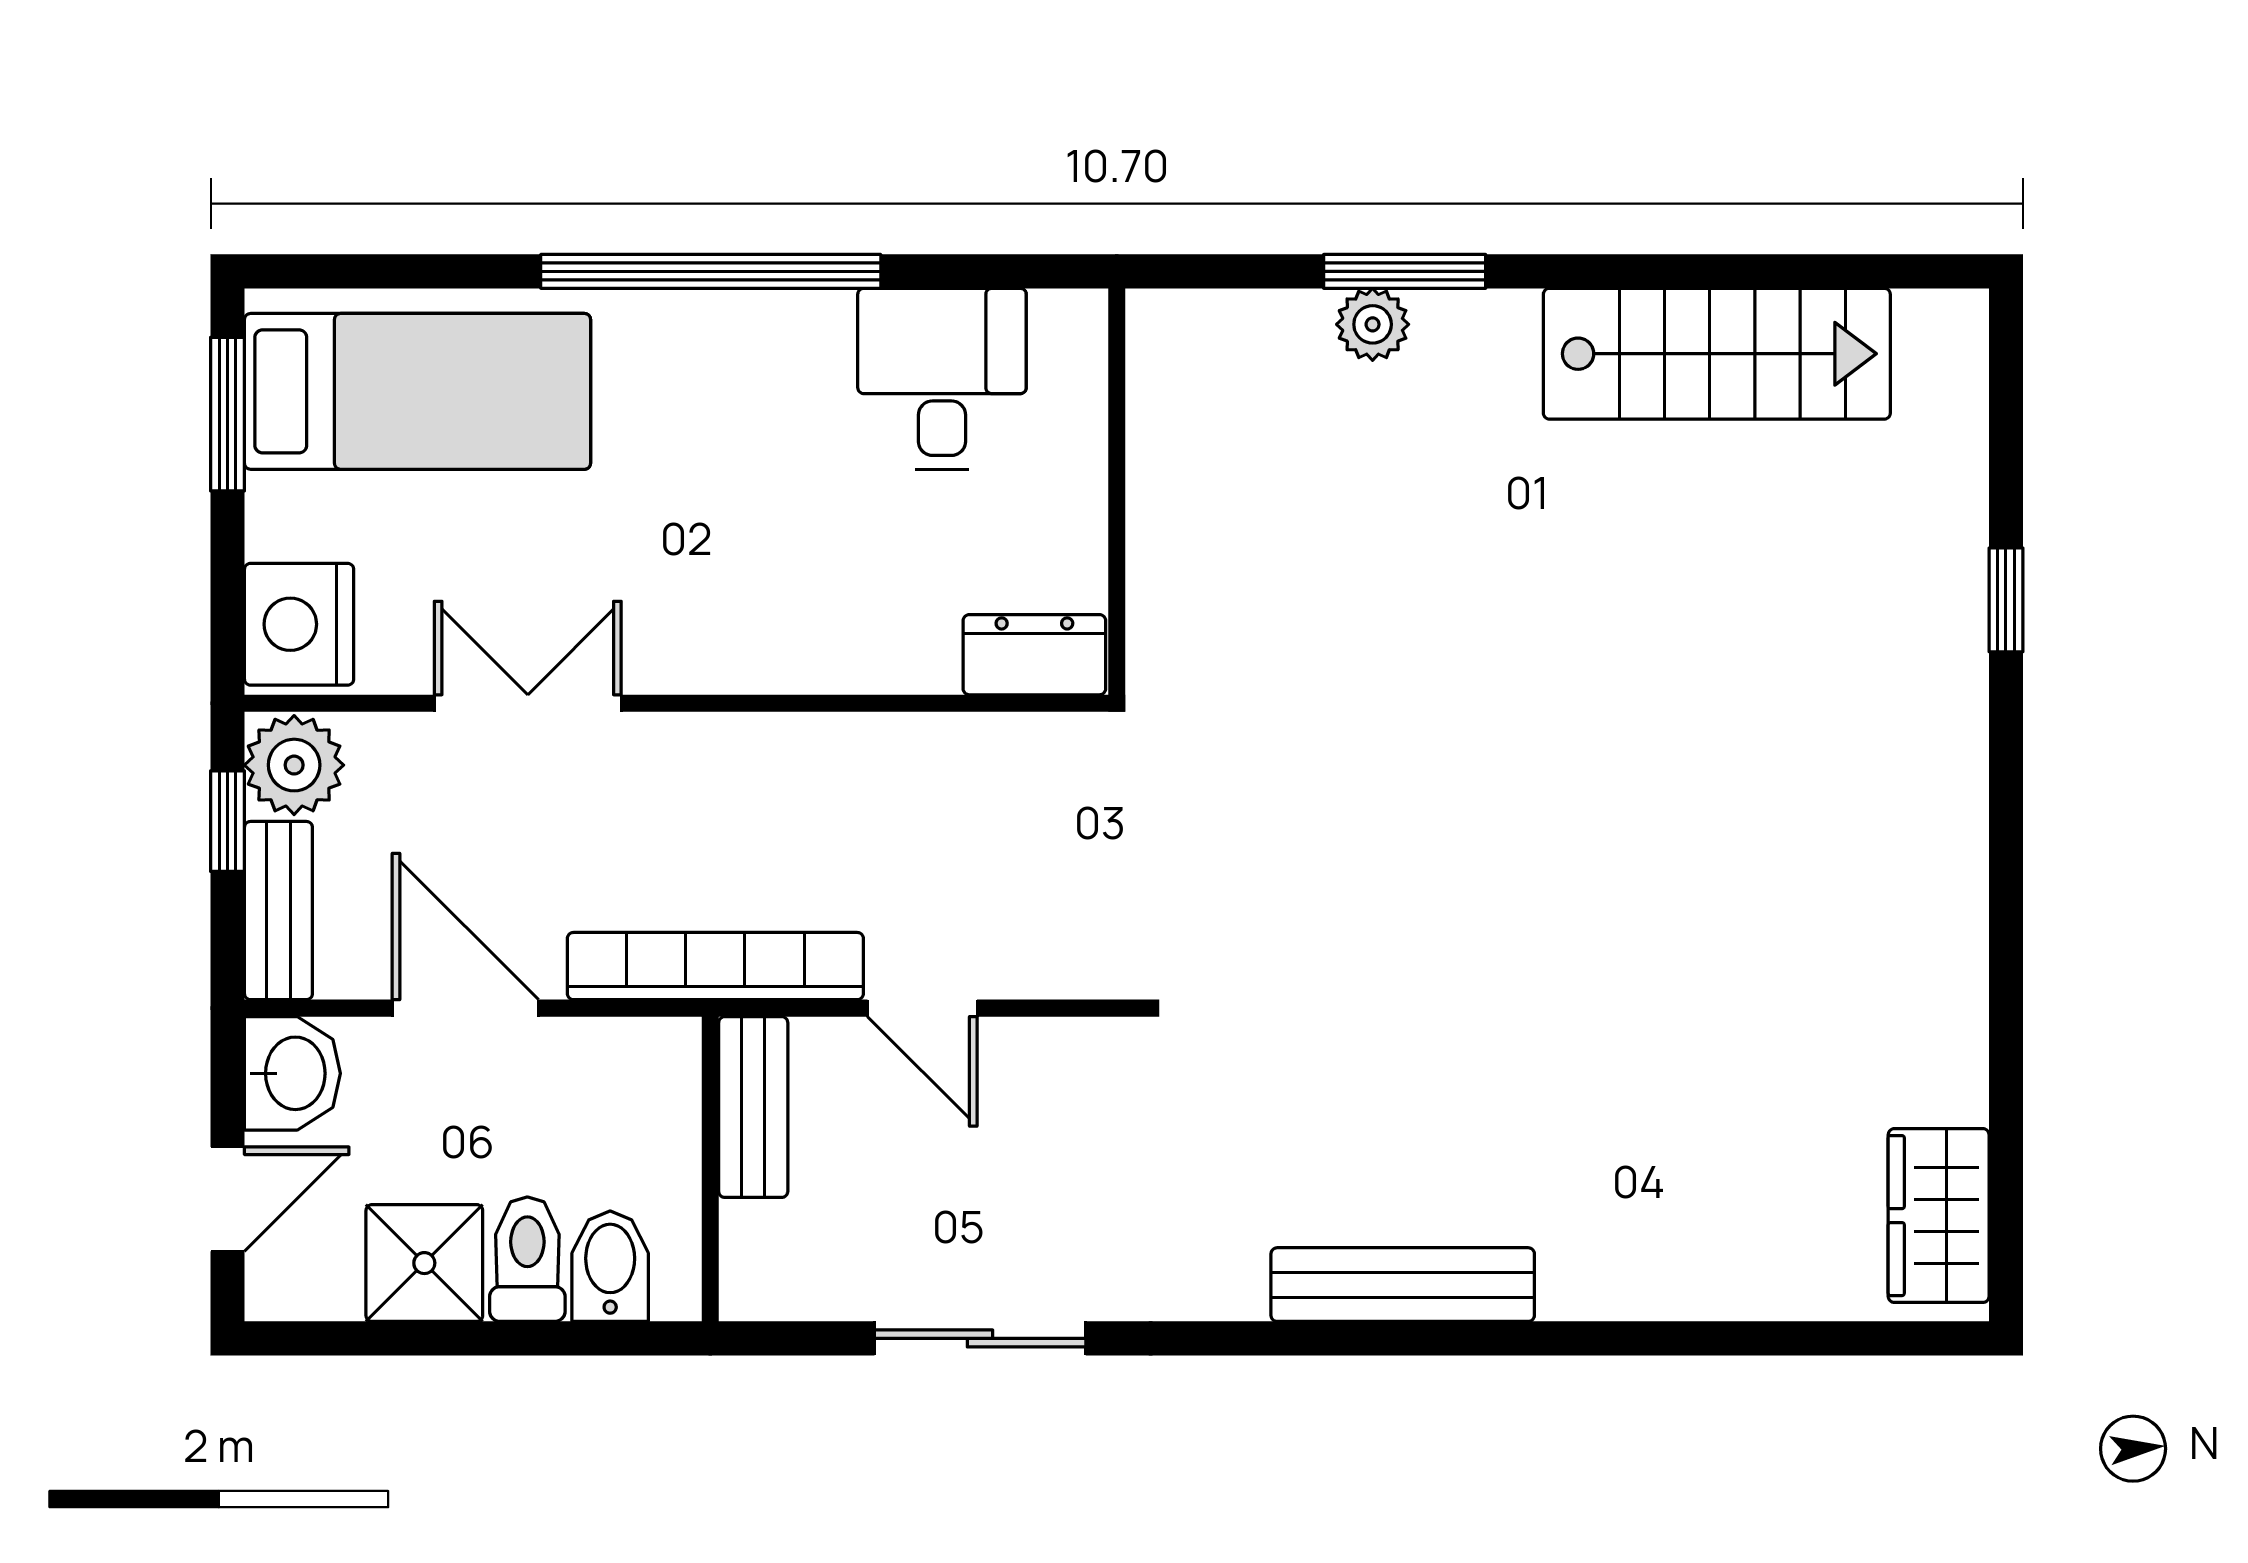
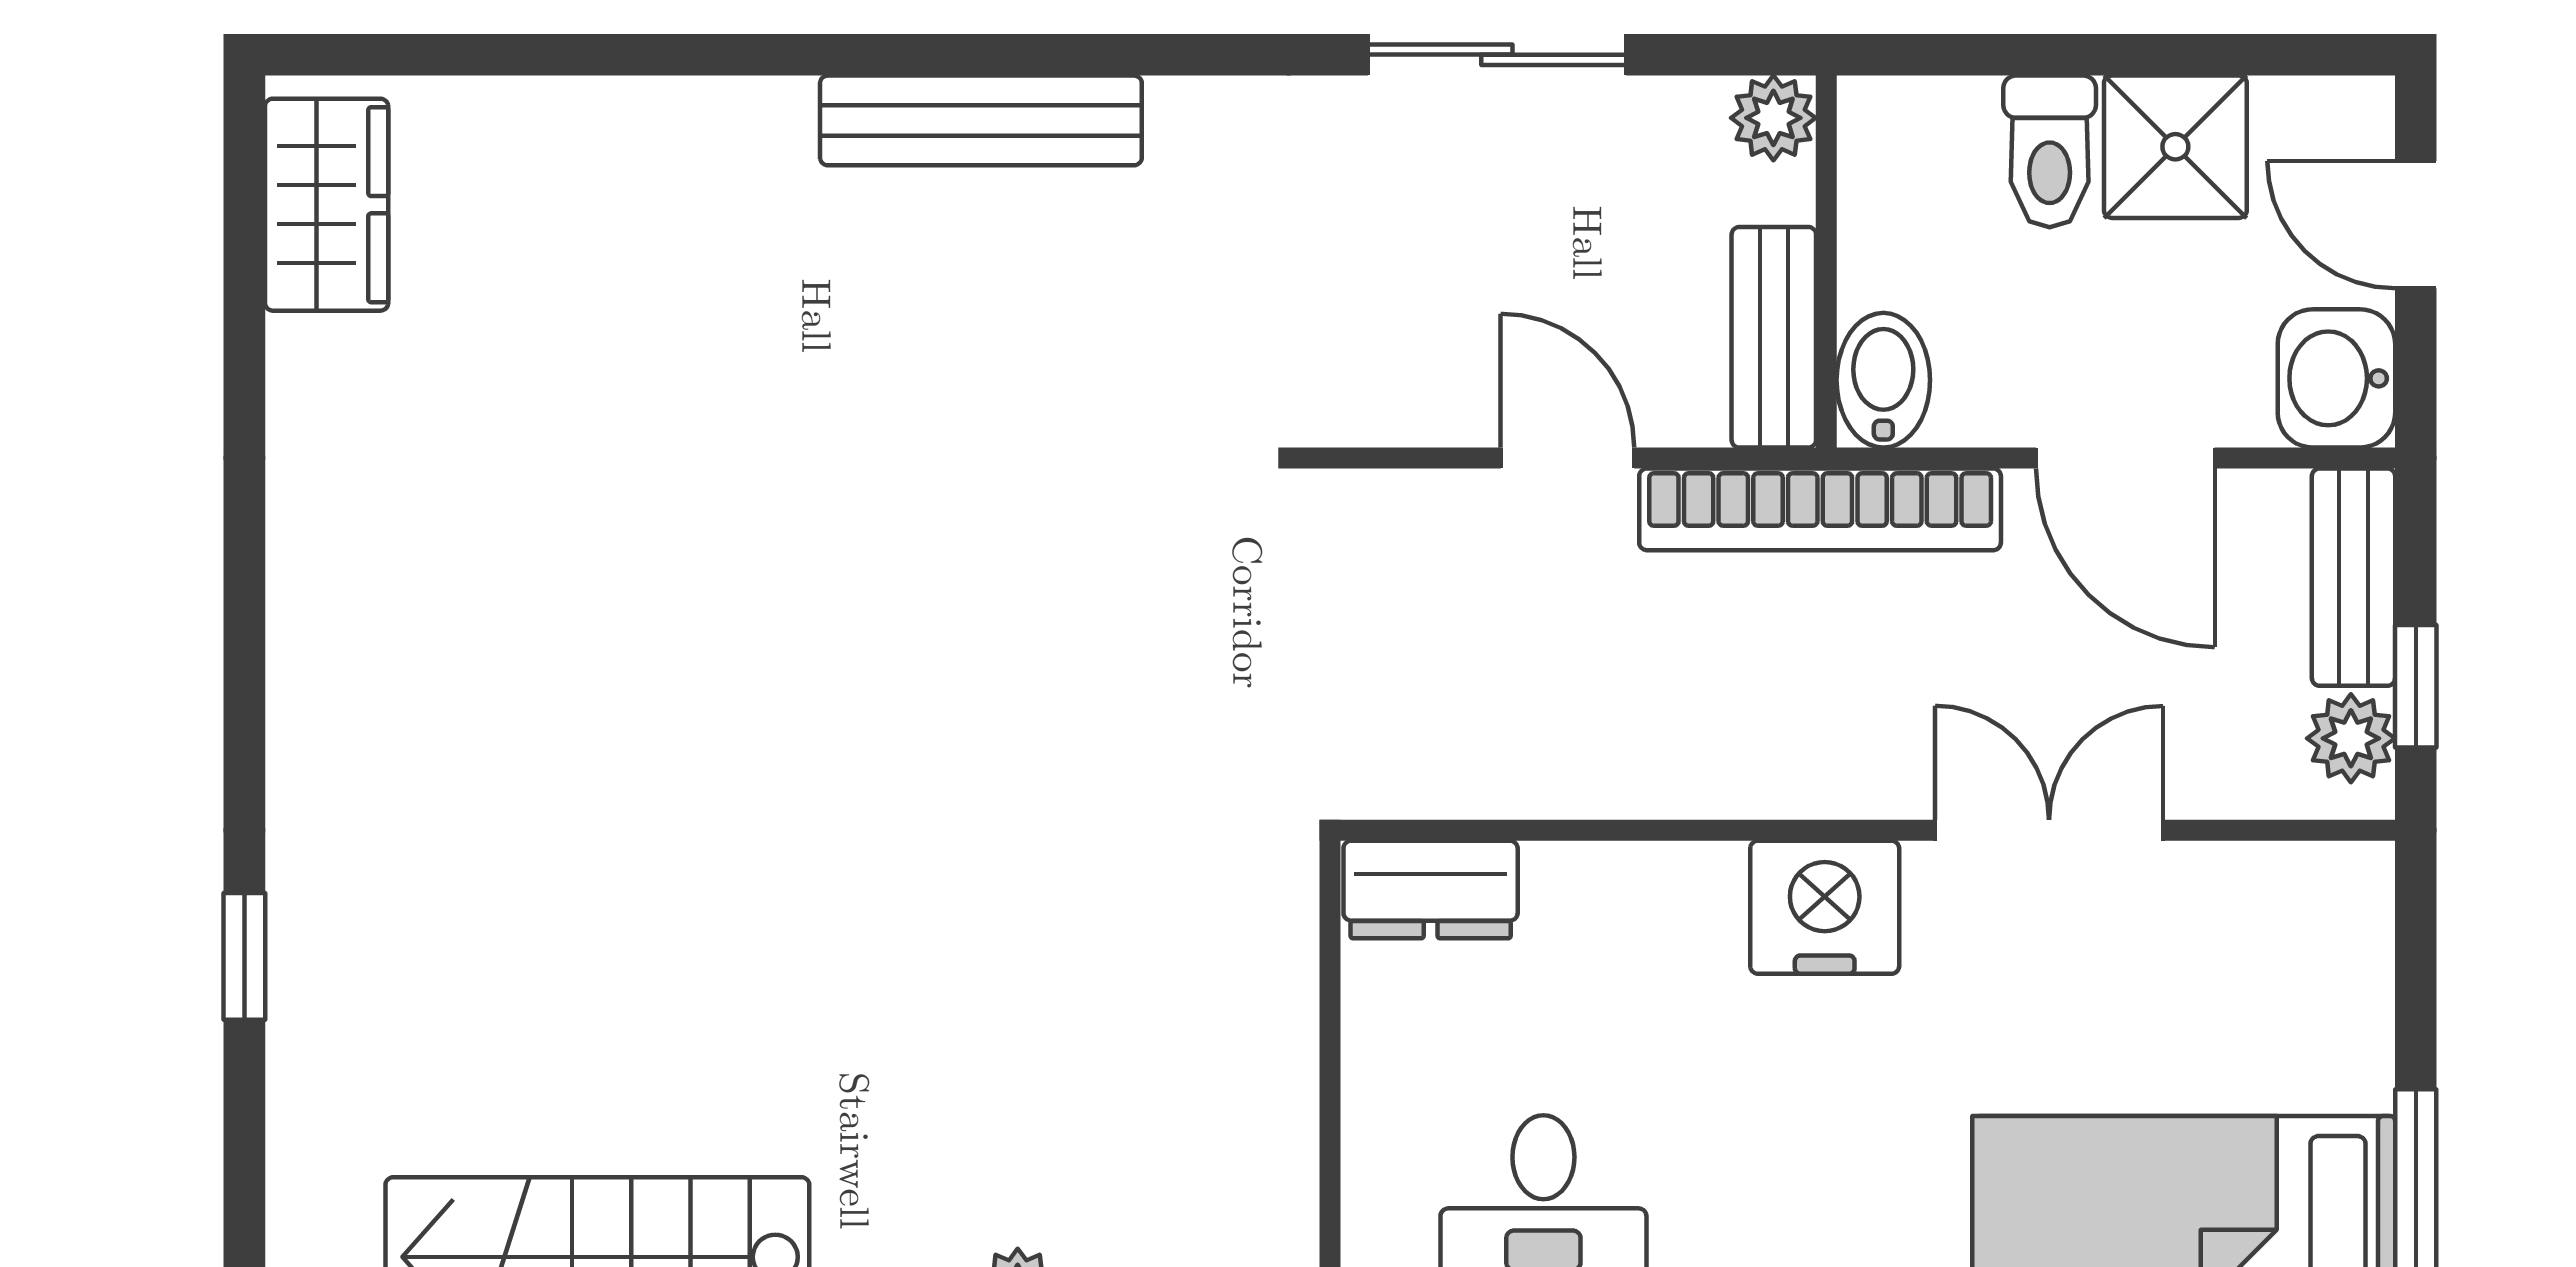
nightstand: (299, 624) -> (1825, 907), moved, turned -90
double door: (528, 703) -> (2049, 830), swing flipped
plant: (294, 765) -> (2351, 738), width x0.73, depth x0.73
door: (227, 1199) -> (2416, 225), hinge flipped
bidet: (610, 1266) -> (1883, 380), moved, turned 180
plant: (754, 1287) -> (1773, 118), added

